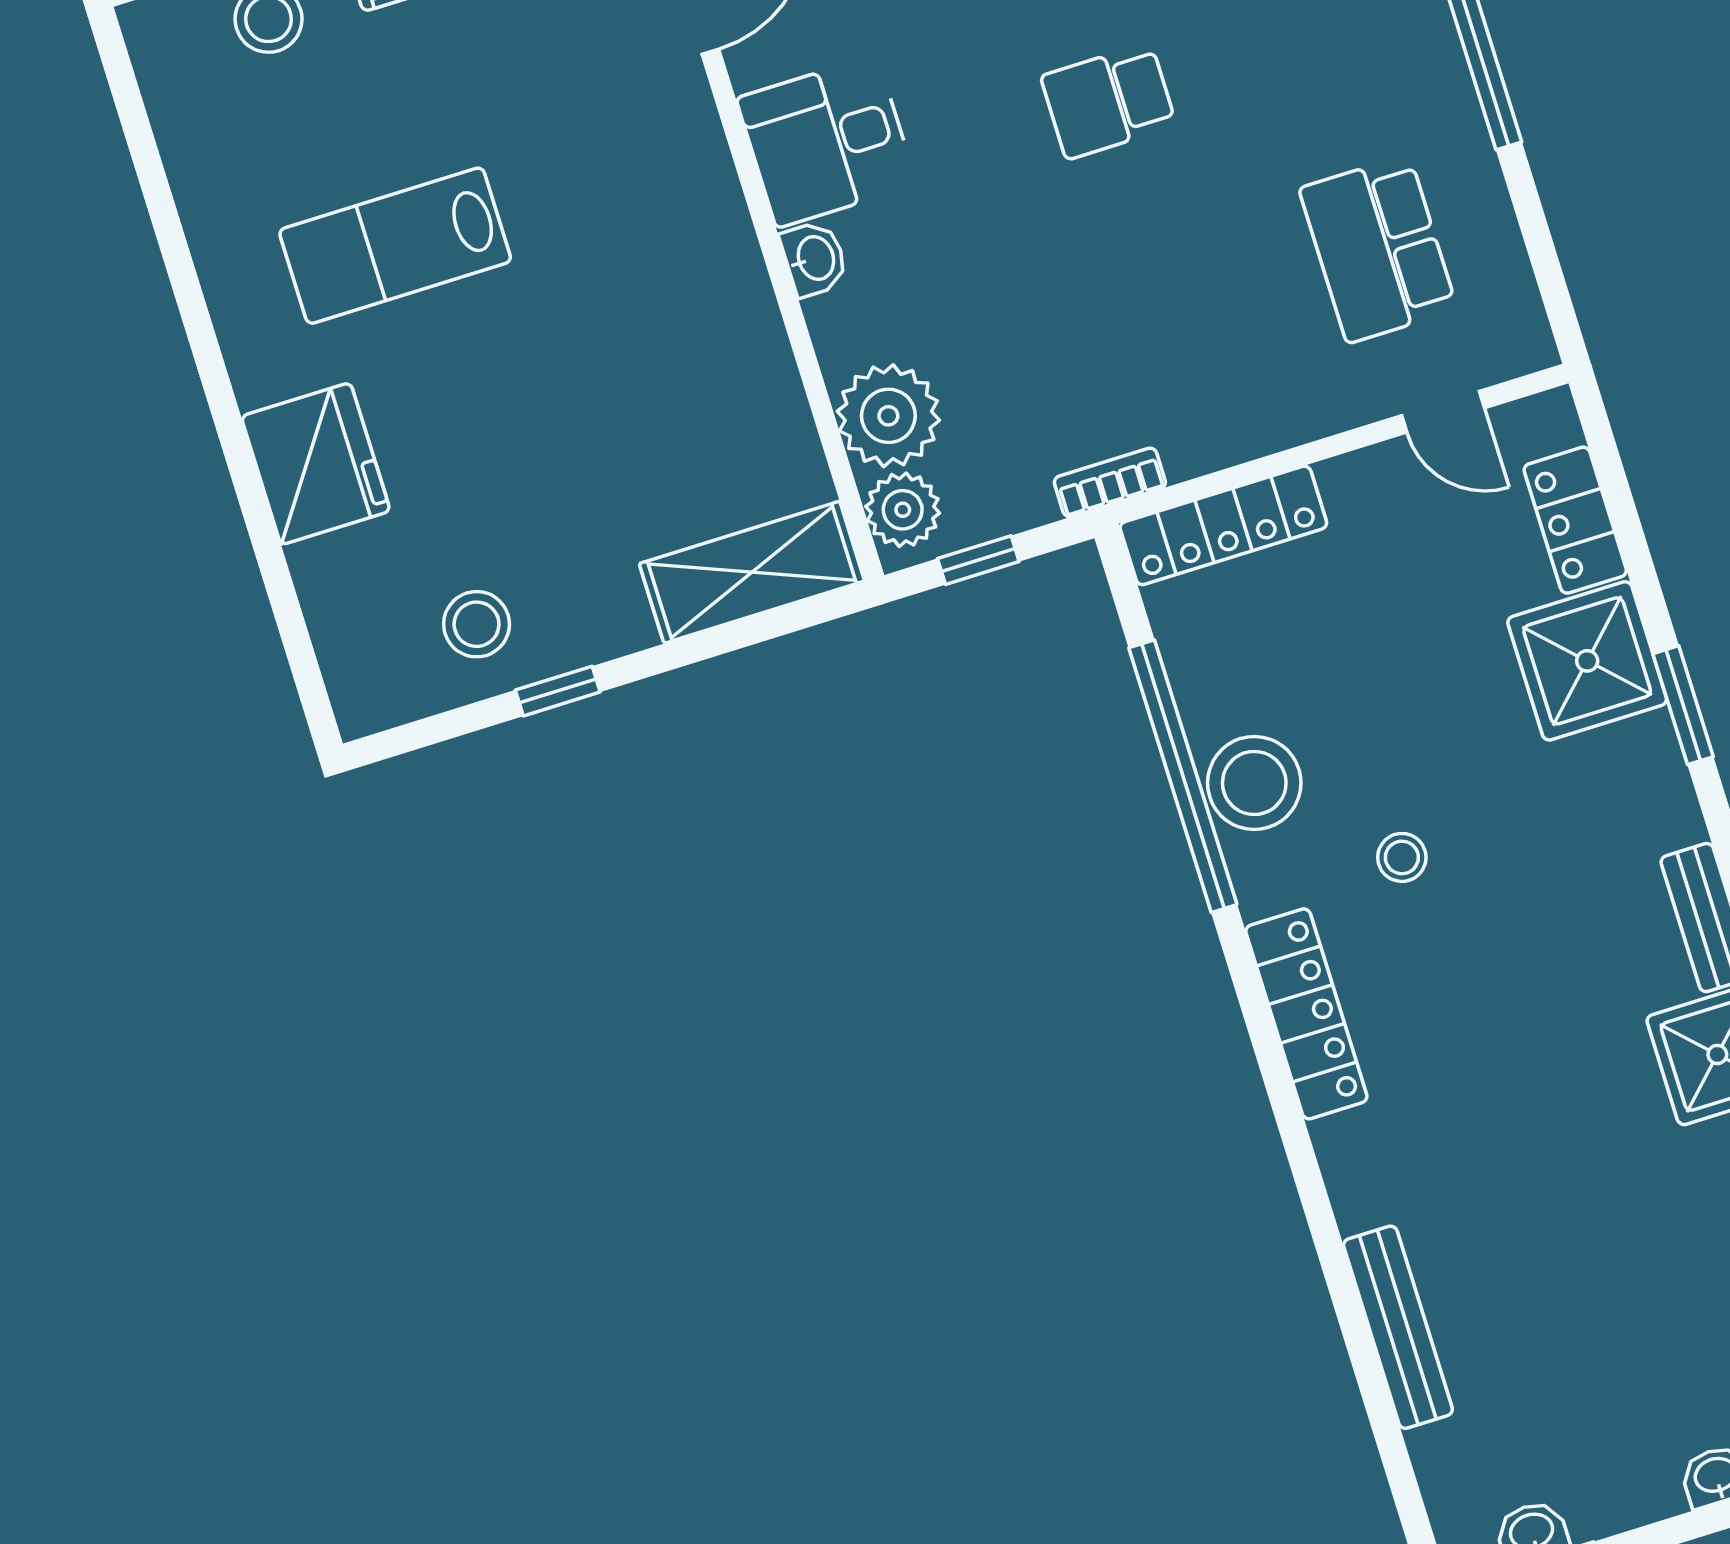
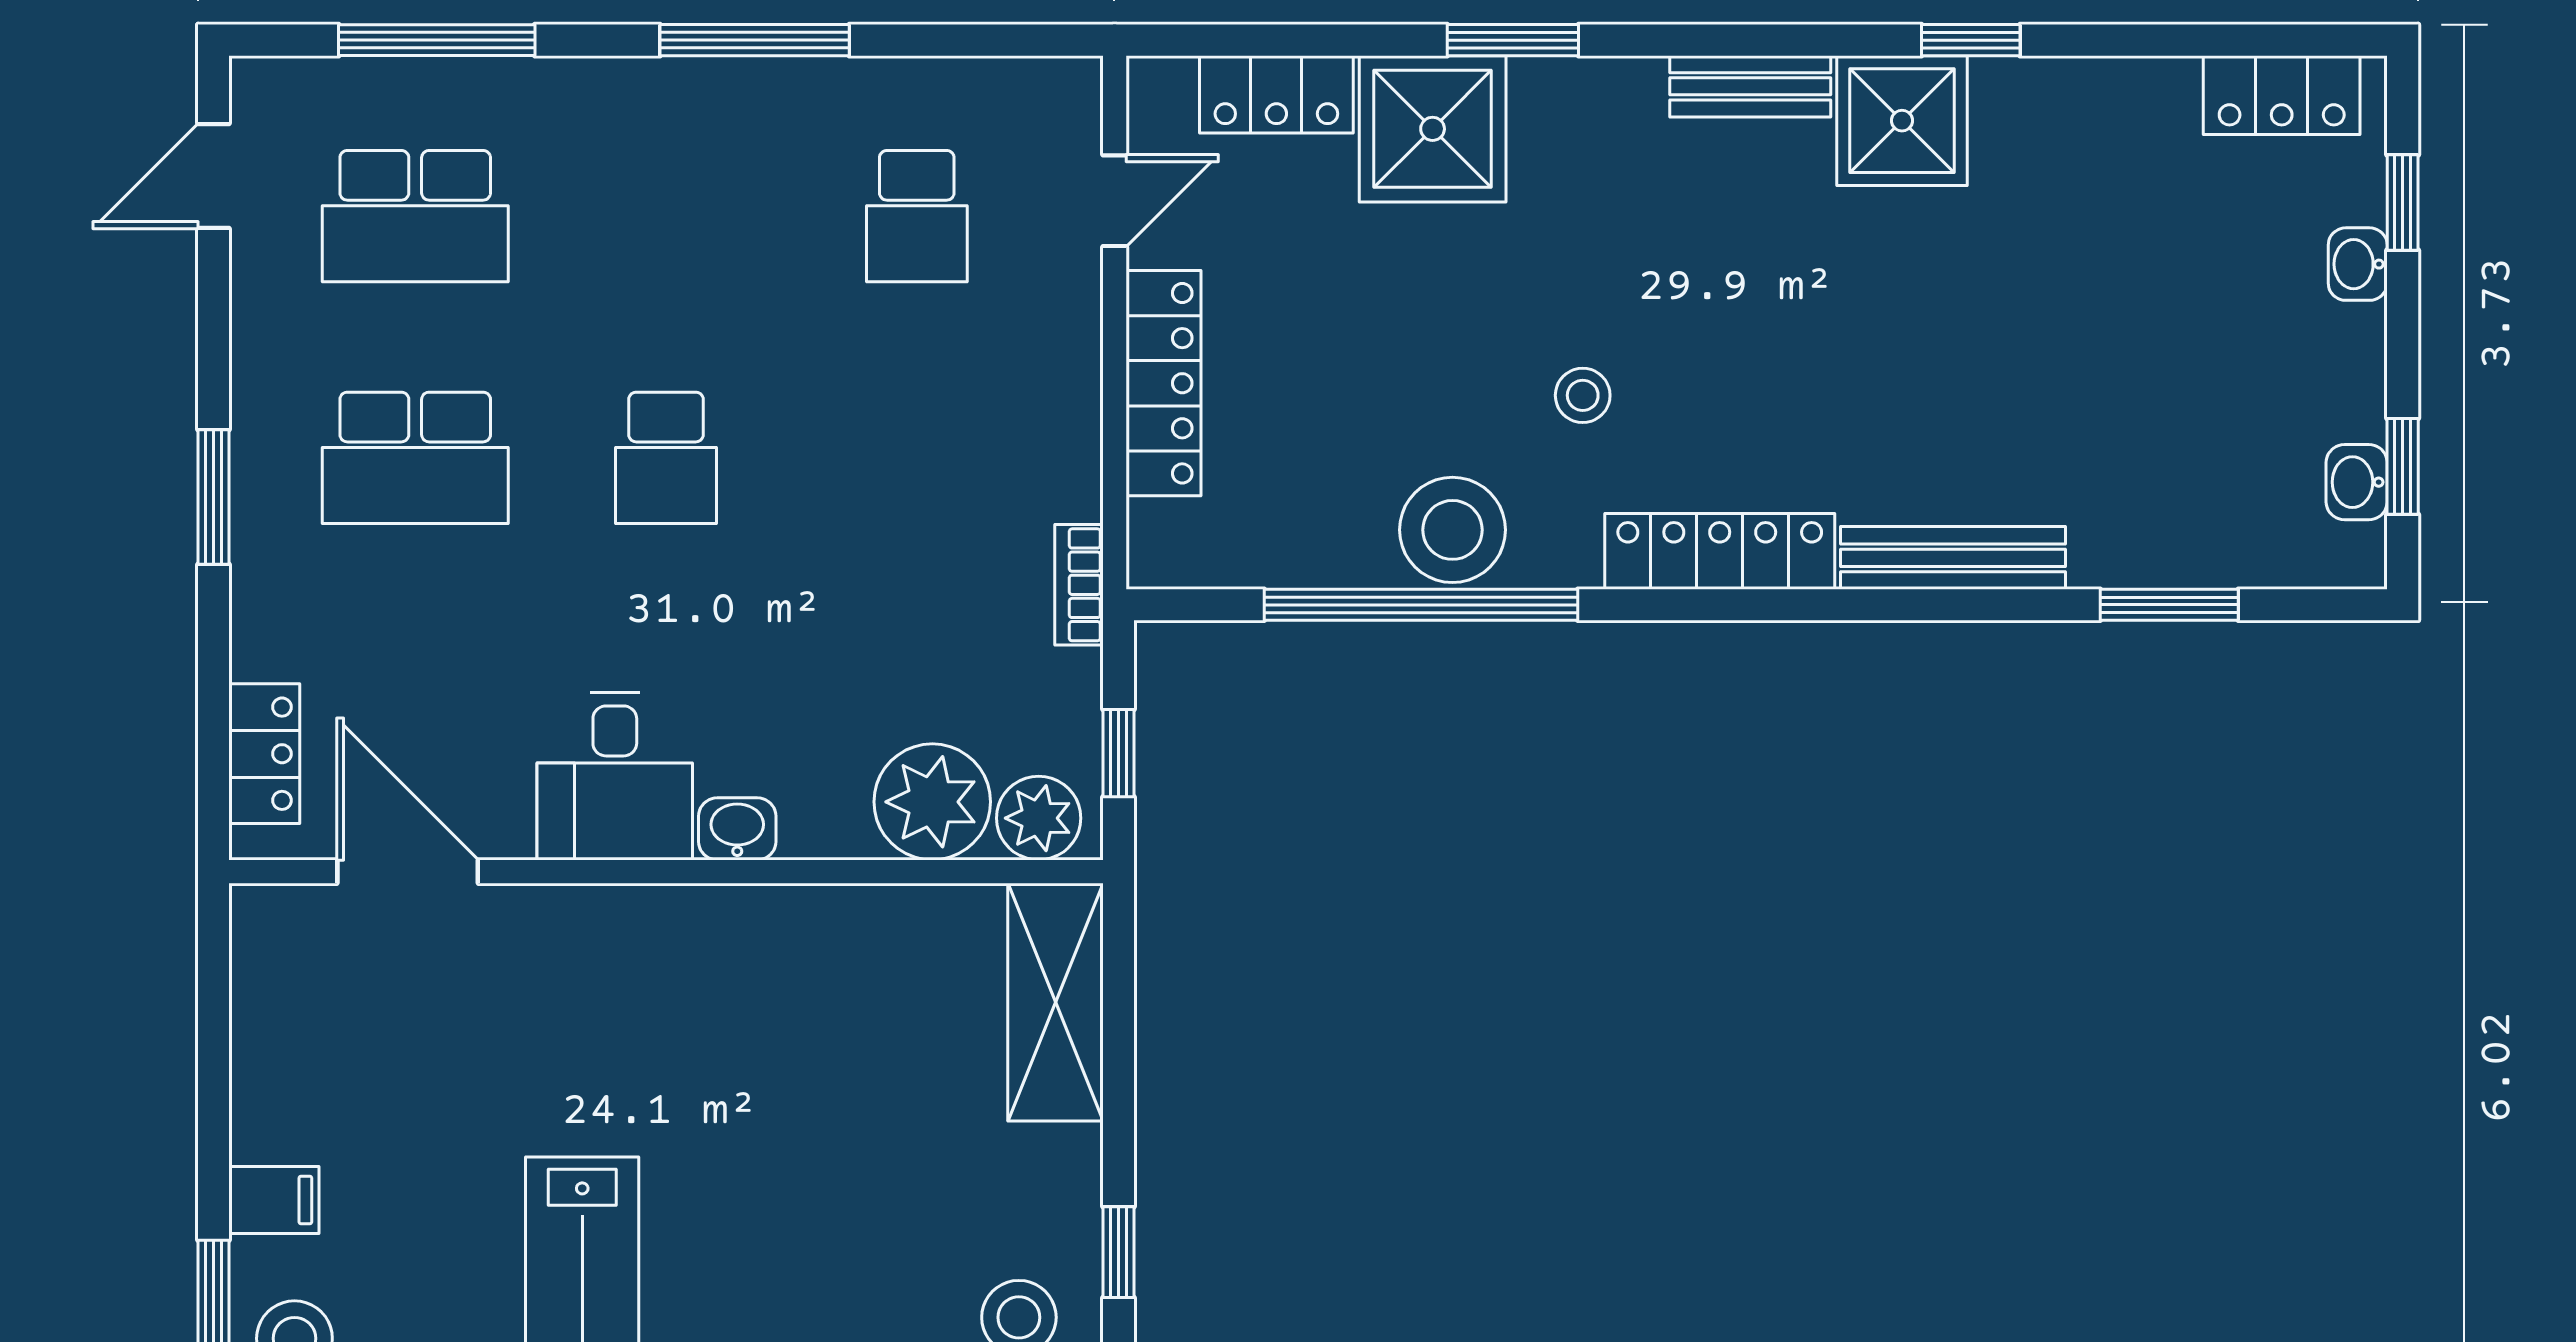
school desk: (1378, 249) -> (917, 216), width x0.54
locker: (1223, 525) -> (1164, 383), moved
bench: (1398, 1327) -> (1953, 558), moved
window: (1379, 1407) -> (2169, 605), added

